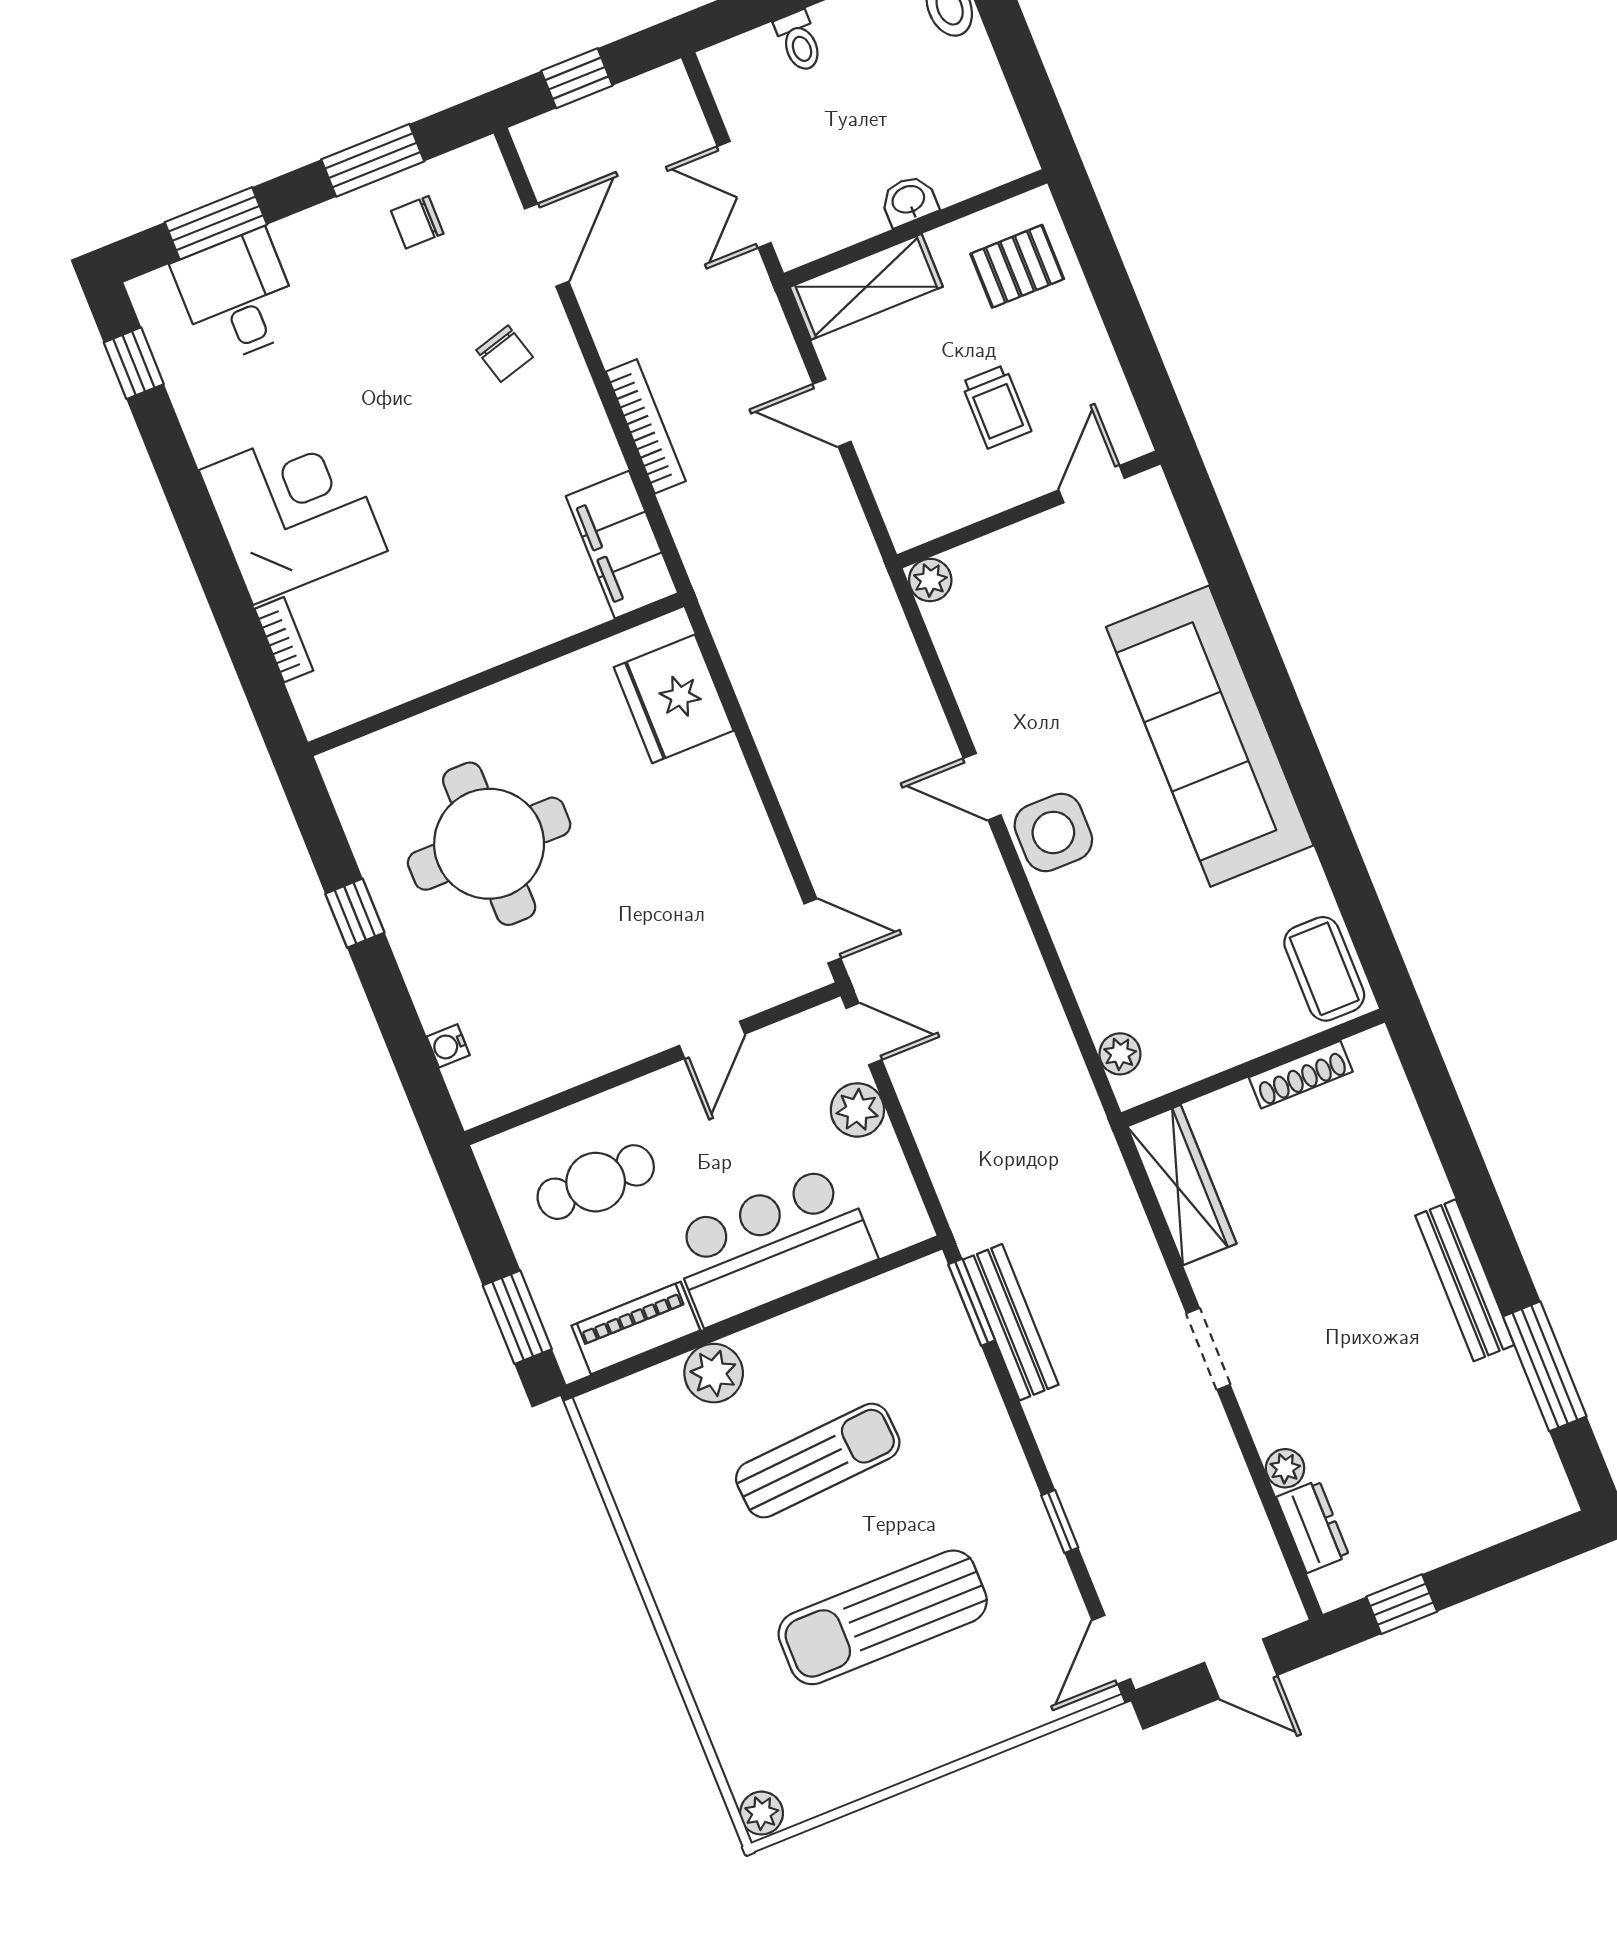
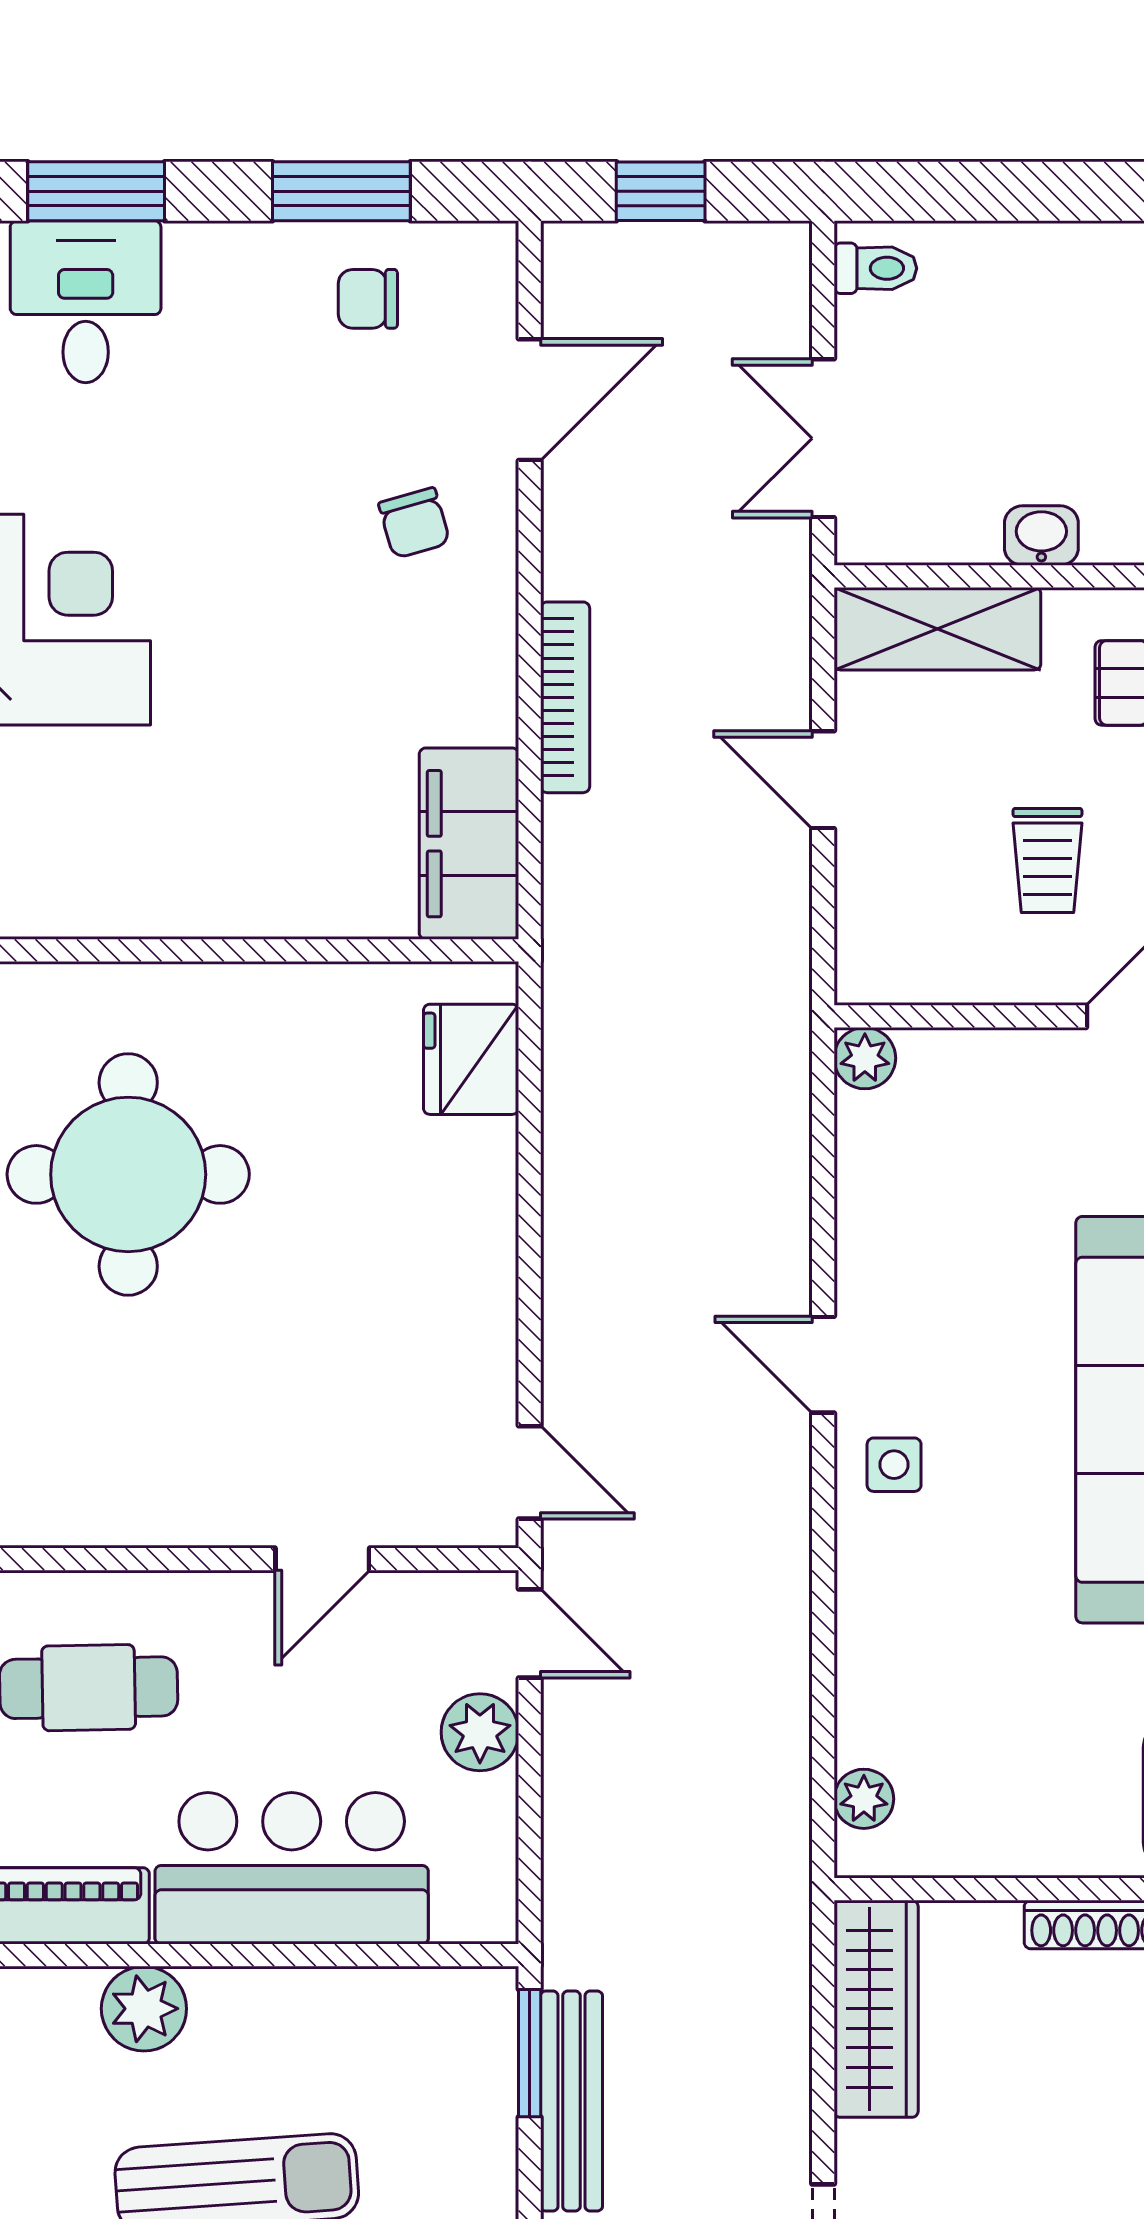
toilet: (799, 41) -> (875, 268), moved, turned -90
fridge: (674, 699) -> (471, 1059), width x0.73, depth x0.75
side table: (1053, 832) -> (894, 1465), width x0.54, depth x0.54

